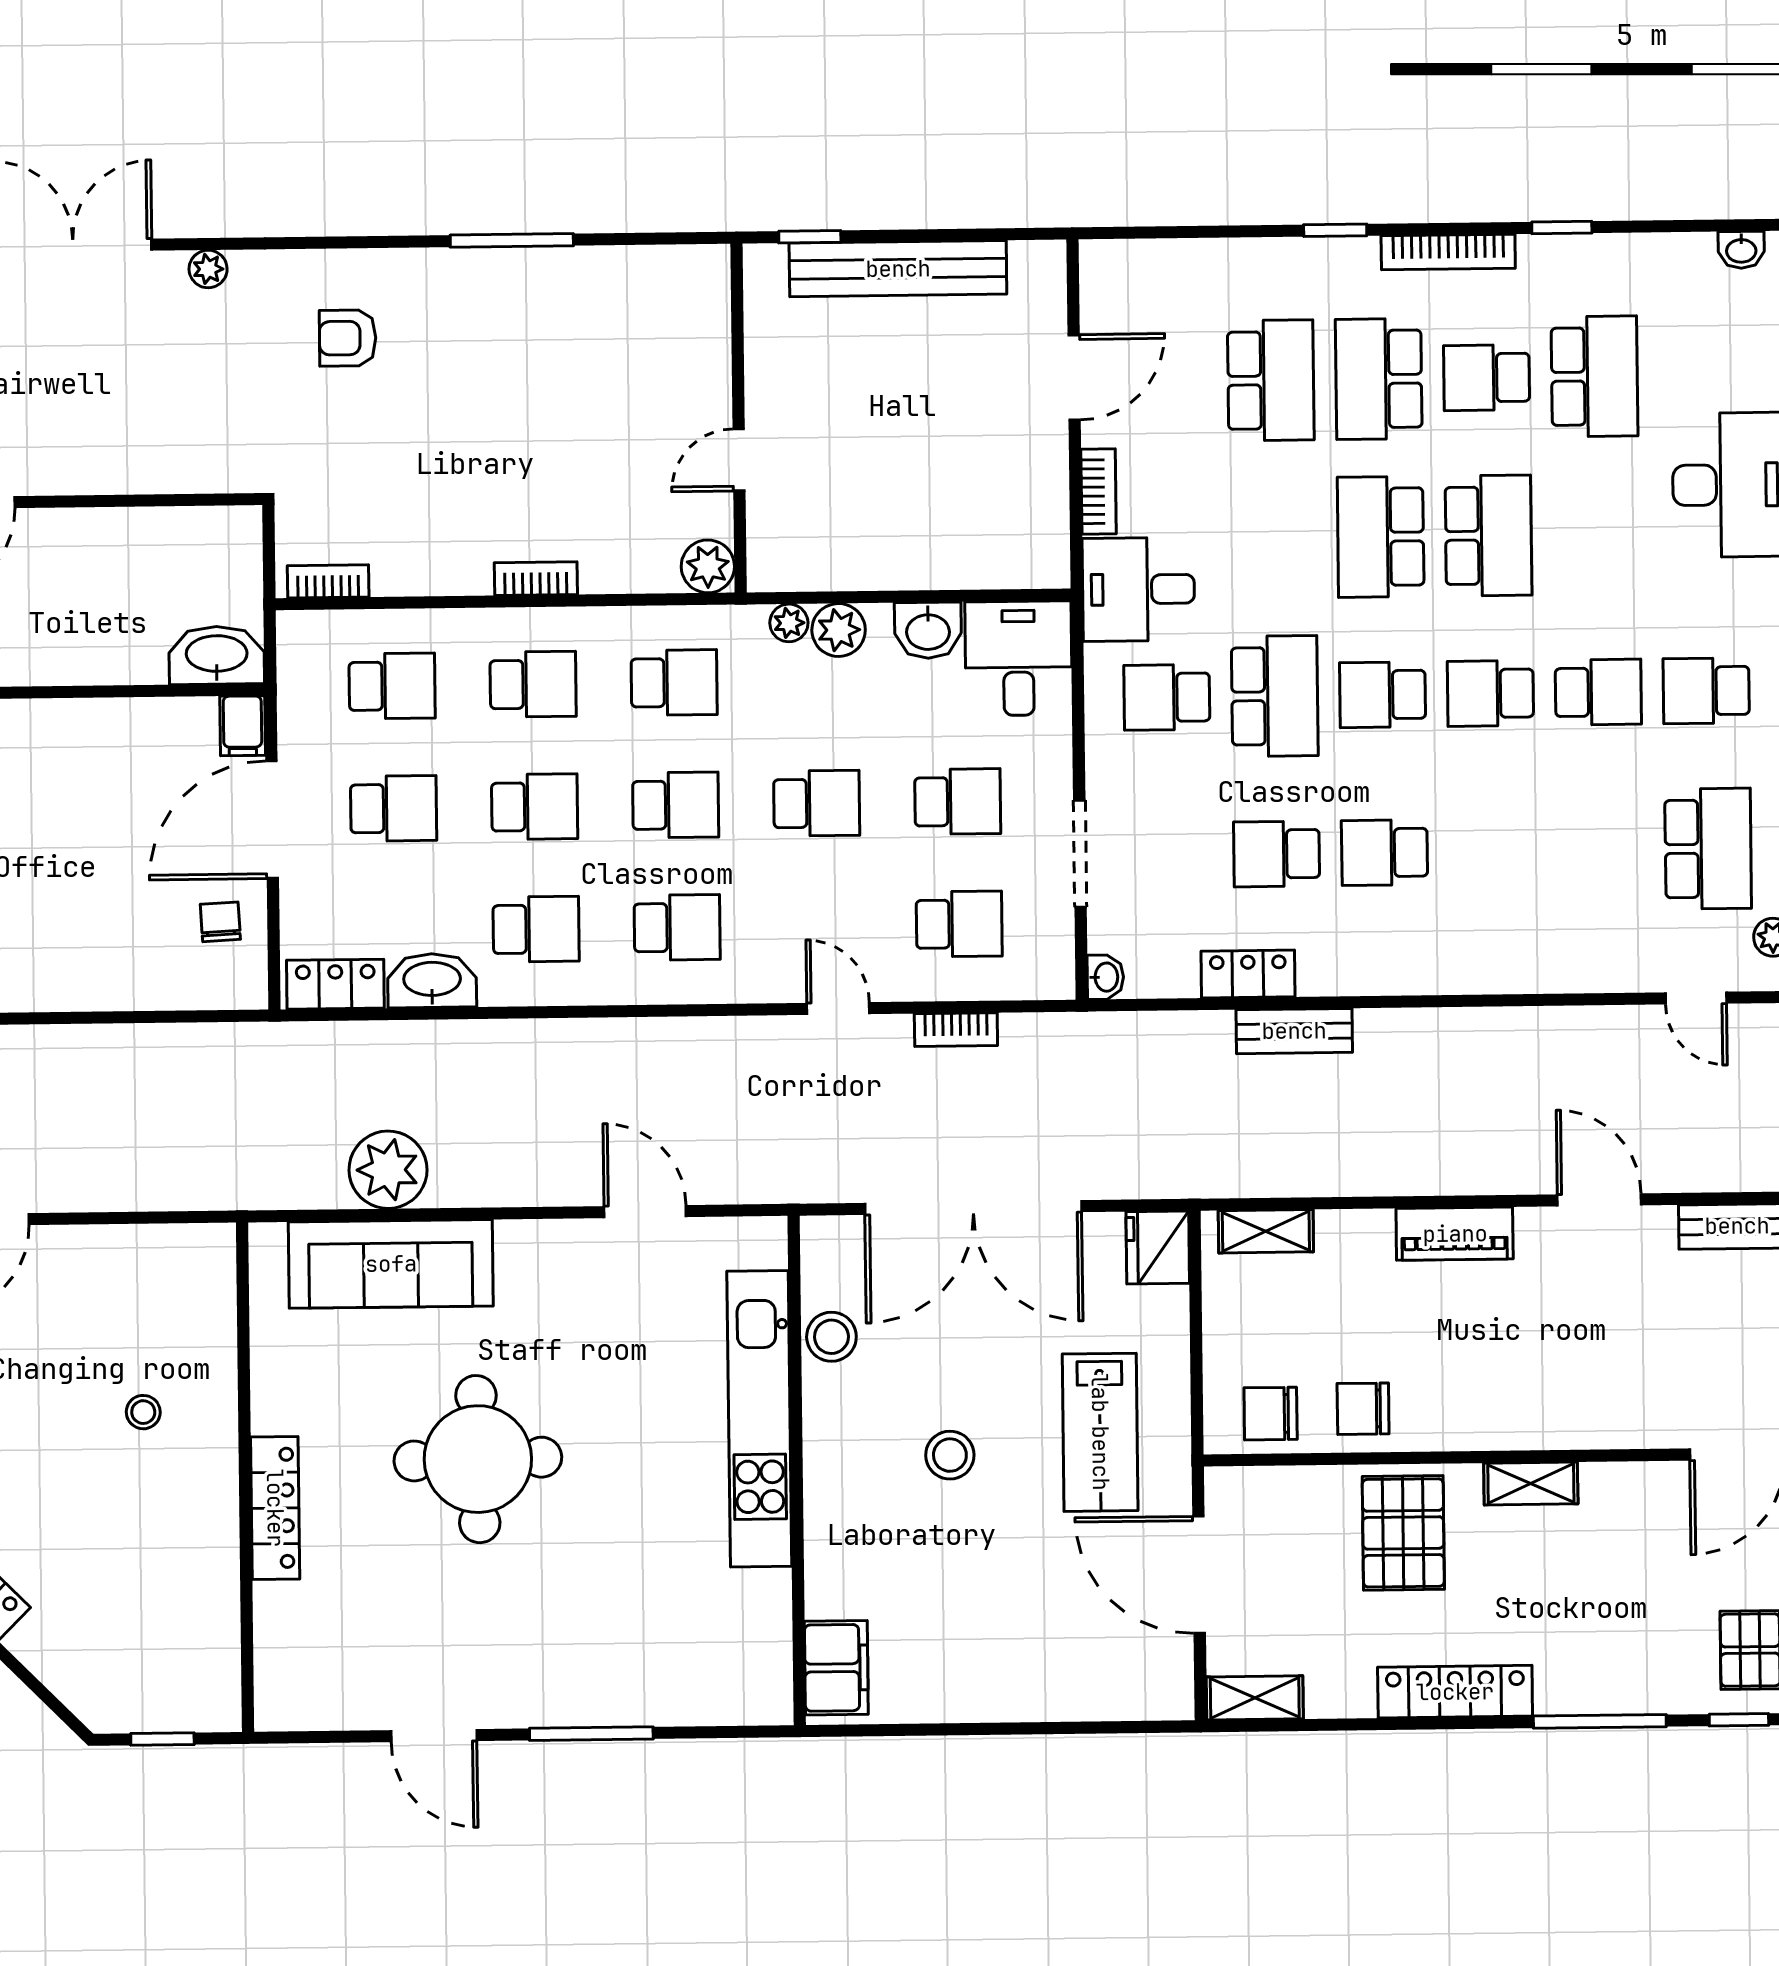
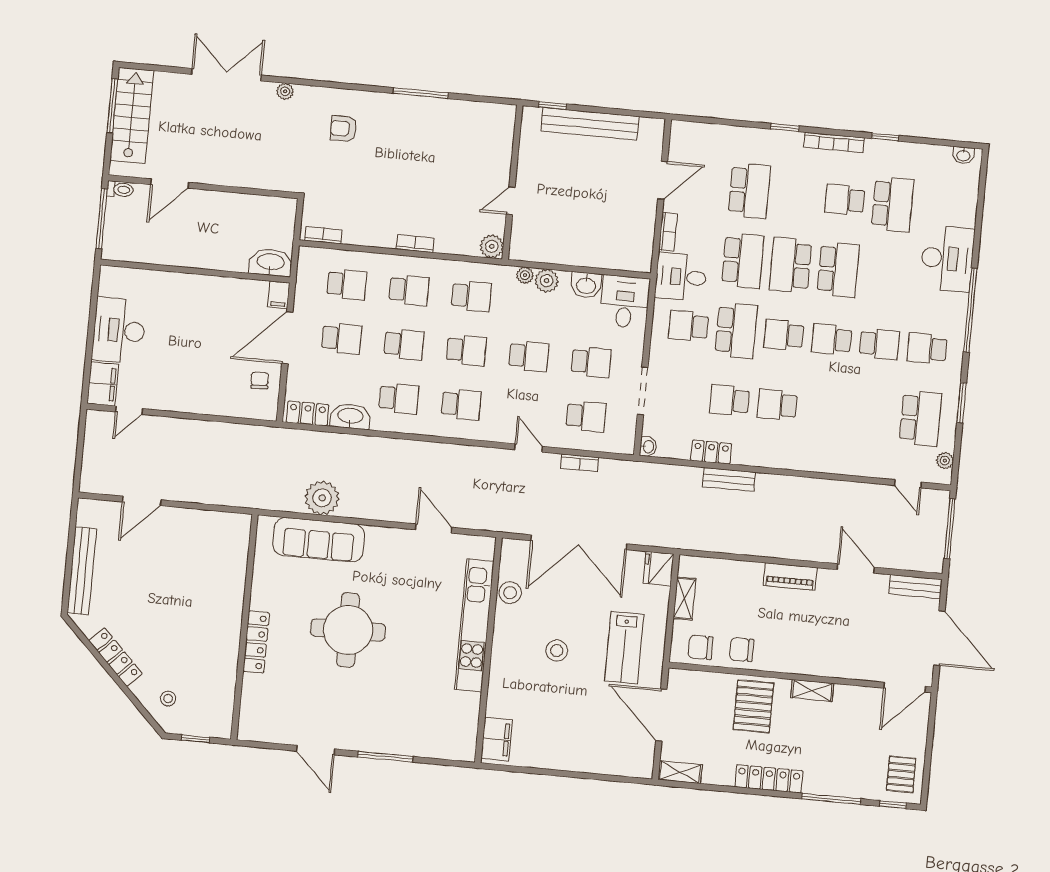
school desk: (1379, 379) -> (743, 261), moved, turned 180
shelving: (1266, 1231) -> (684, 598), moved, turned 90
stool: (143, 1412) -> (168, 699), moved

